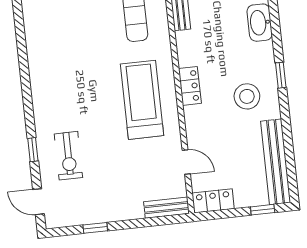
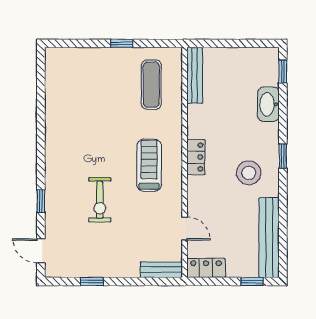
treadmill: (142, 100) -> (149, 165), width x0.73, depth x0.73
exercise bike: (68, 156) -> (100, 200), moved

